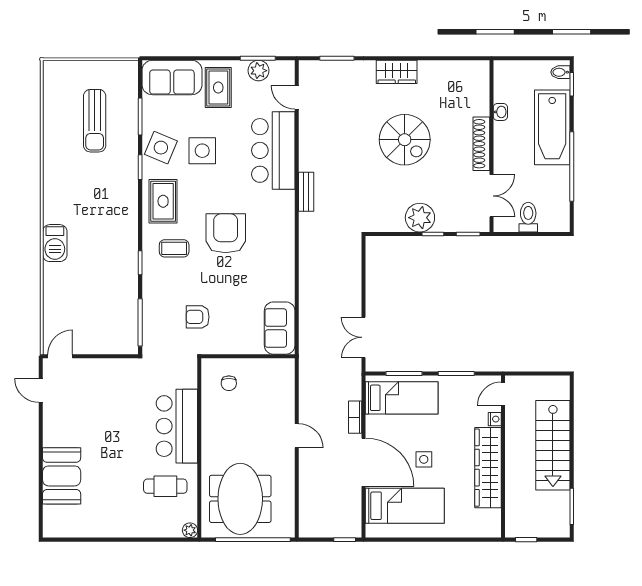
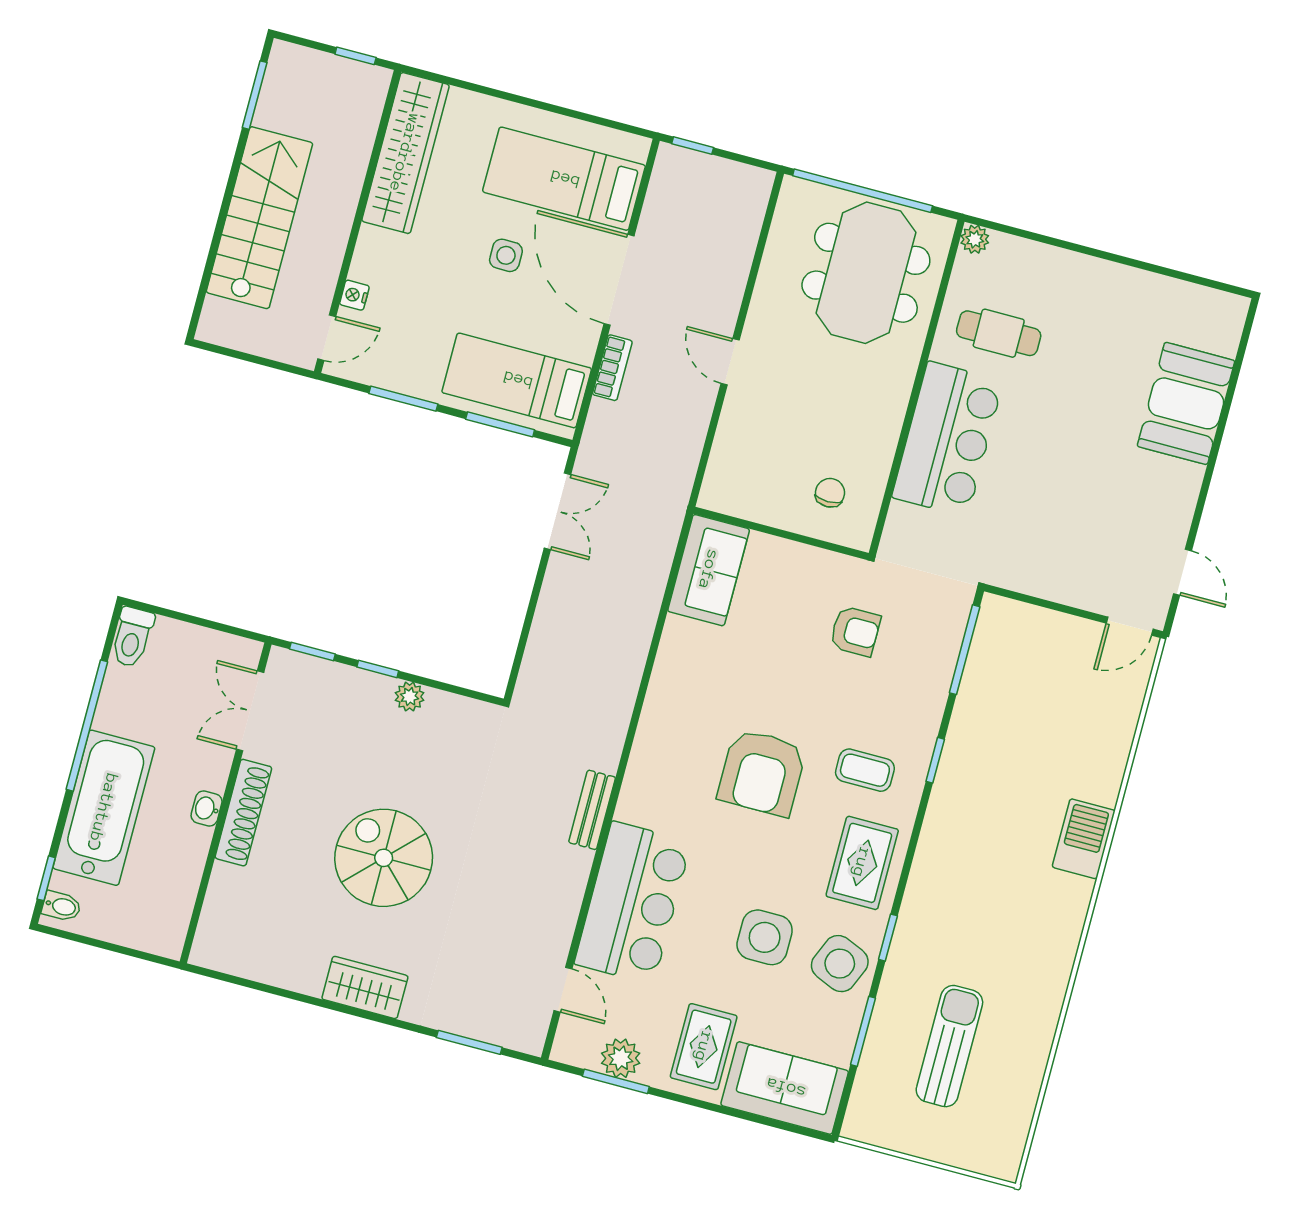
washbasin: (500, 112) -> (207, 808), moved
toilet: (528, 217) -> (132, 637), moved
plant: (420, 218) -> (410, 697), width x0.53, depth x0.53
wardrobe: (488, 468) -> (405, 153), moved

